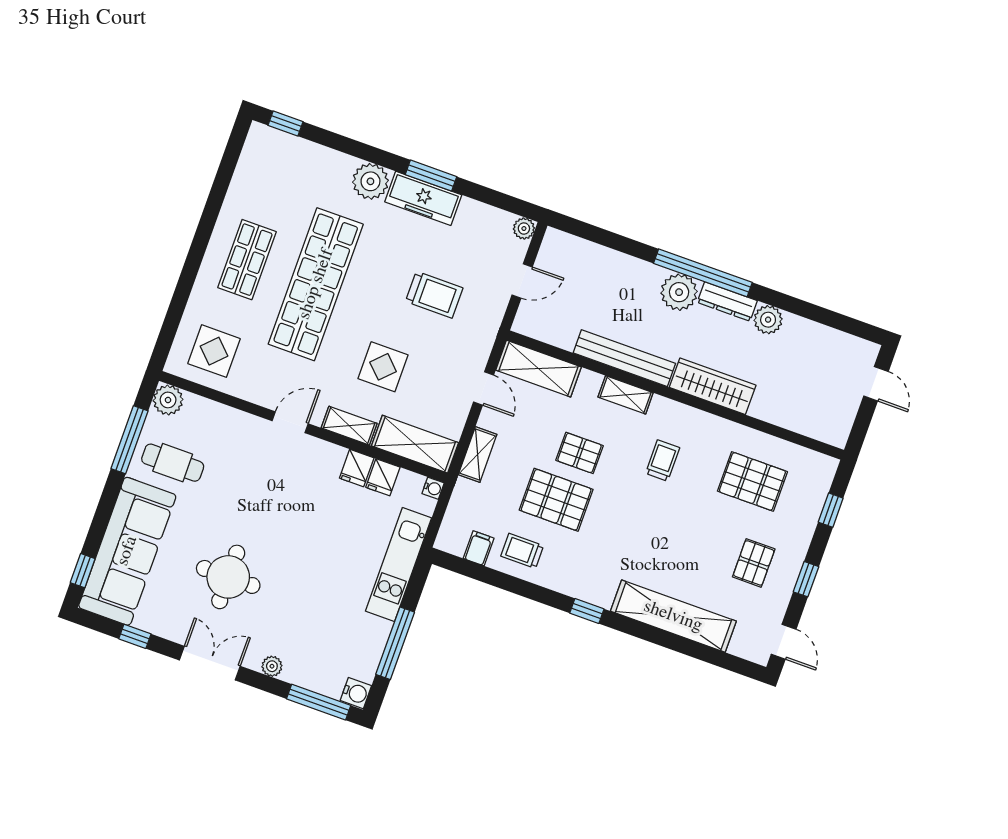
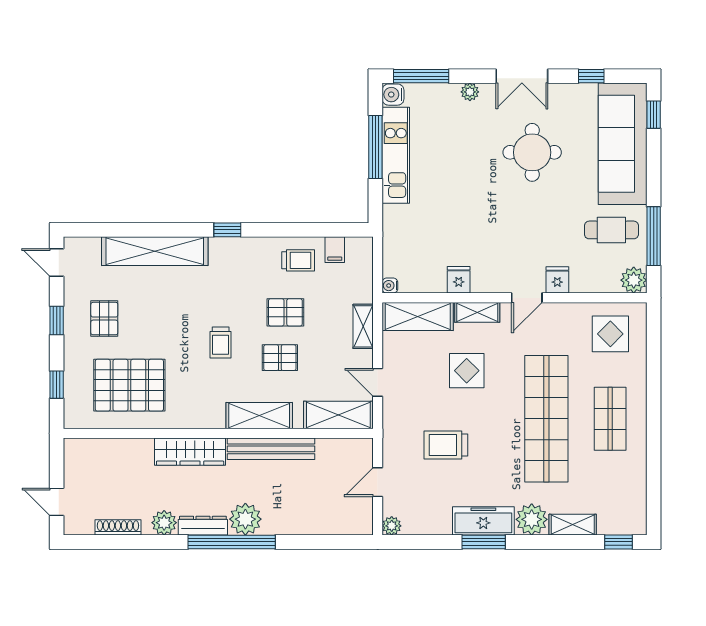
shelving: (328, 160) -> (573, 525), added
shoe rack: (820, 332) -> (118, 527), added
shelving: (626, 395) -> (259, 416), width x1.50, depth x1.33
trolley: (663, 461) -> (221, 343), moved
fridge: (383, 477) -> (557, 280), moved
pallet: (752, 481) -> (129, 385), width x1.37, depth x1.41
pallet: (556, 500) -> (285, 312), width x0.67, depth x0.71
kitchen unit: (399, 565) -> (396, 155), moved

